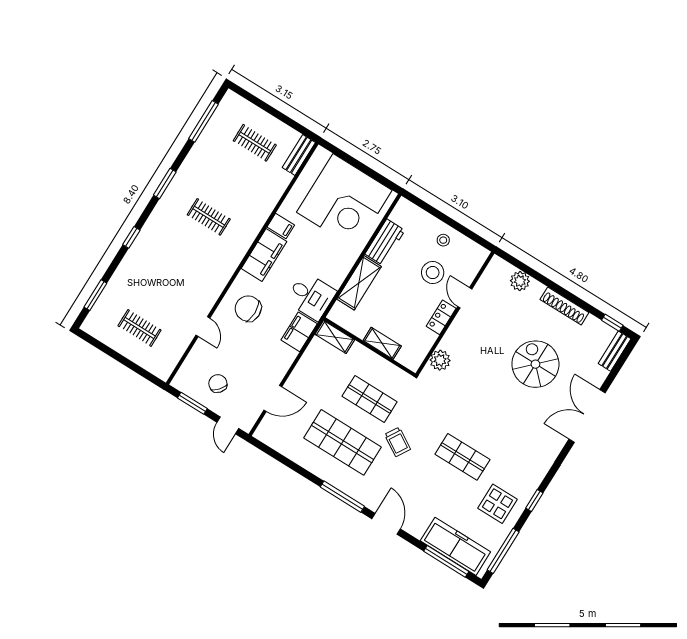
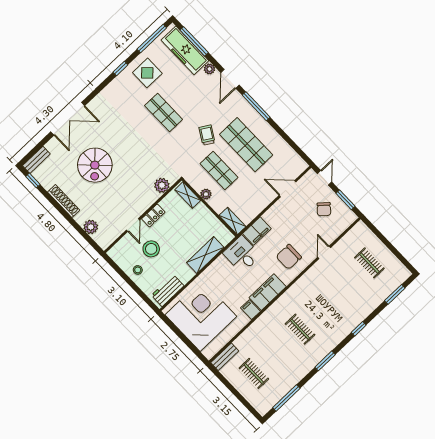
workbench: (385, 242) -> (168, 291), moved
chair: (248, 309) -> (289, 257), turned 90
shelving: (382, 343) -> (188, 195), moved
plant: (379, 363) -> (206, 194), added
plant: (417, 530) -> (209, 69), added

